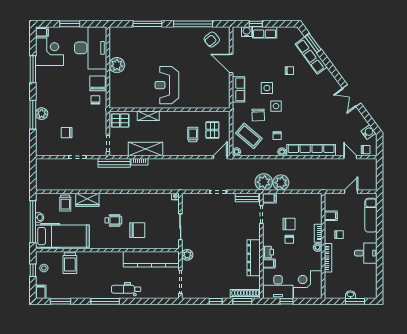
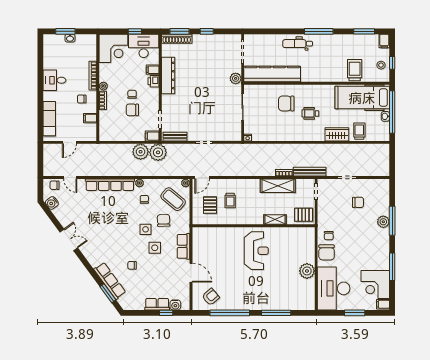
dental chair: (126, 289) -> (298, 44), turned 180

